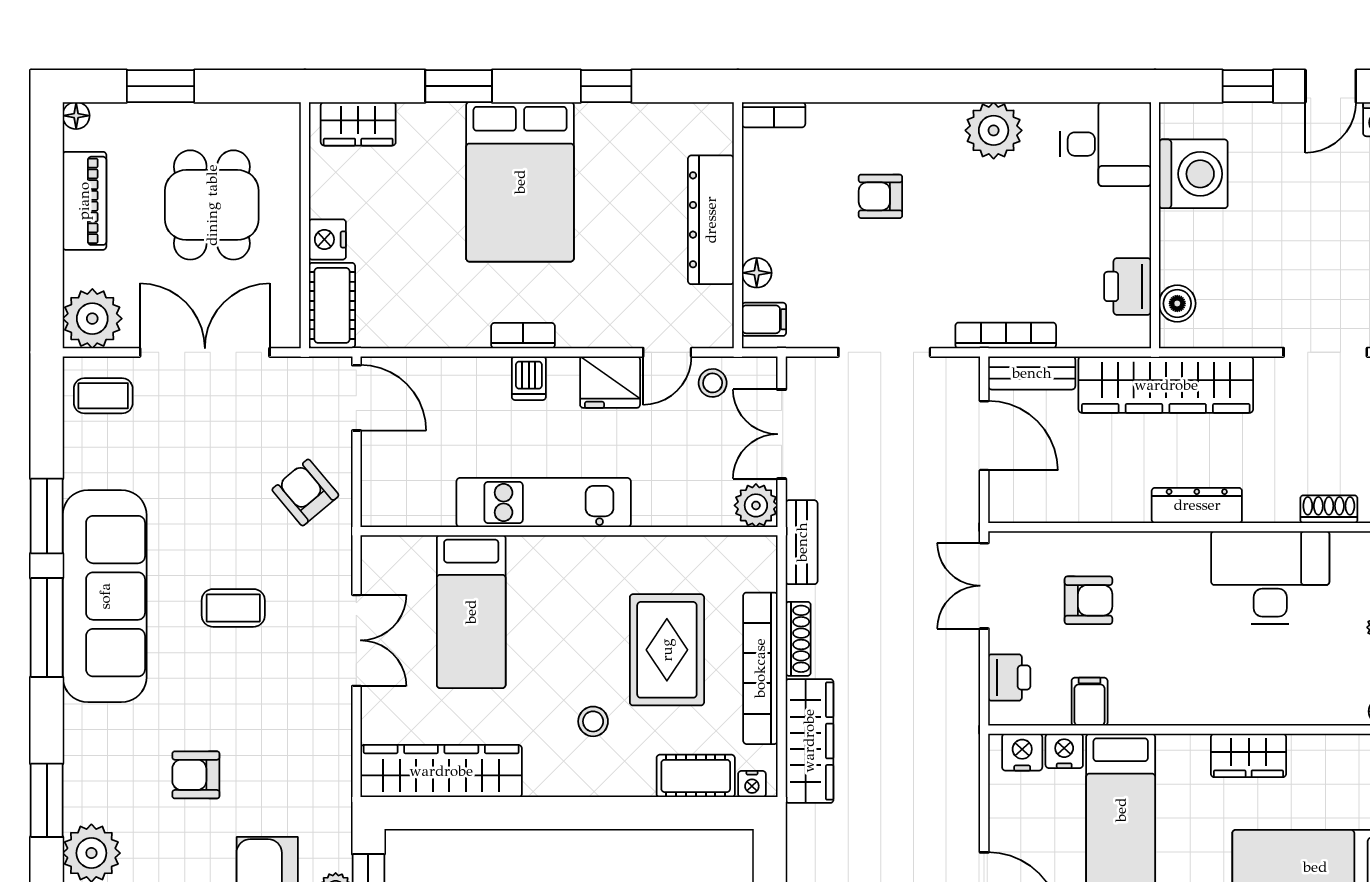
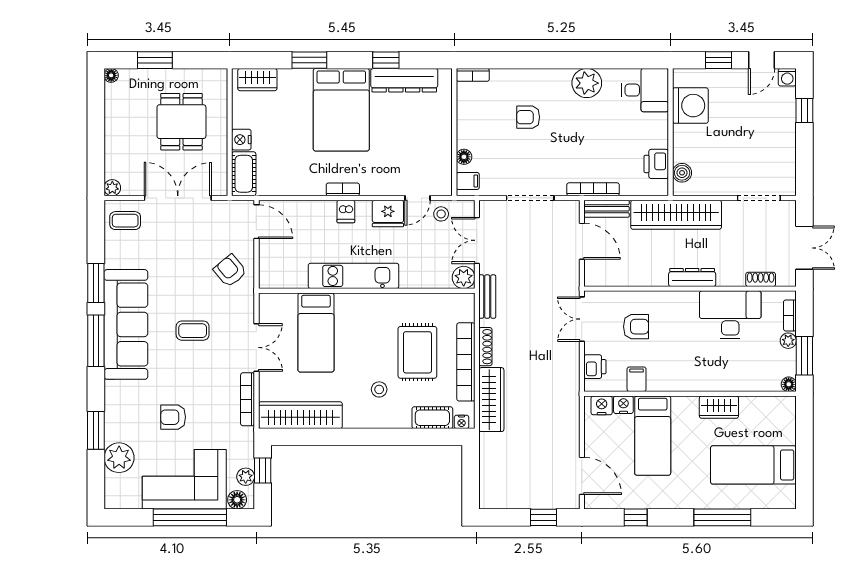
piano: (84, 201) -> (115, 120), removed
dresser: (711, 220) -> (404, 80), moved, turned -90
plant: (92, 319) -> (112, 188), width x0.53, depth x0.53
bookcase: (339, 740) -> (248, 399), added

